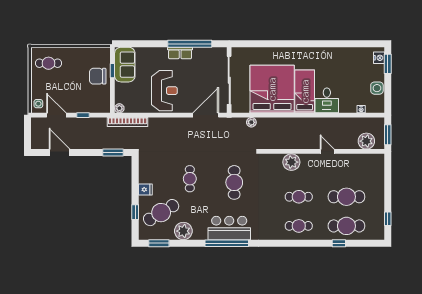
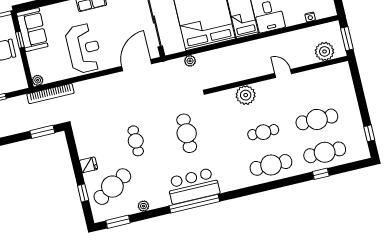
cafe table: (299, 226) -> (271, 165), width x1.37, depth x1.35
plant: (183, 231) -> (143, 206), width x0.53, depth x0.53

